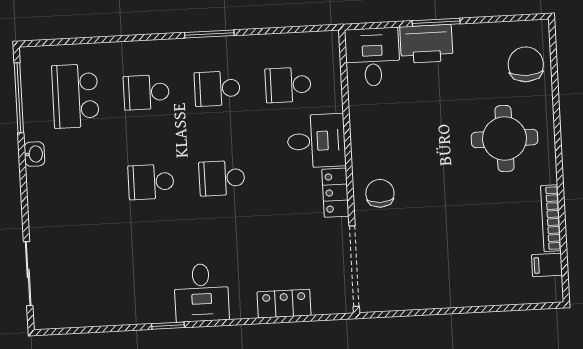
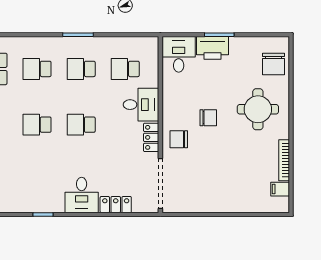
chair: (526, 64) -> (273, 64), turned 180
chair: (425, 156) -> (208, 118), added
chair: (380, 193) -> (179, 139), turned -90
desk: (201, 293) -> (82, 195), moved

